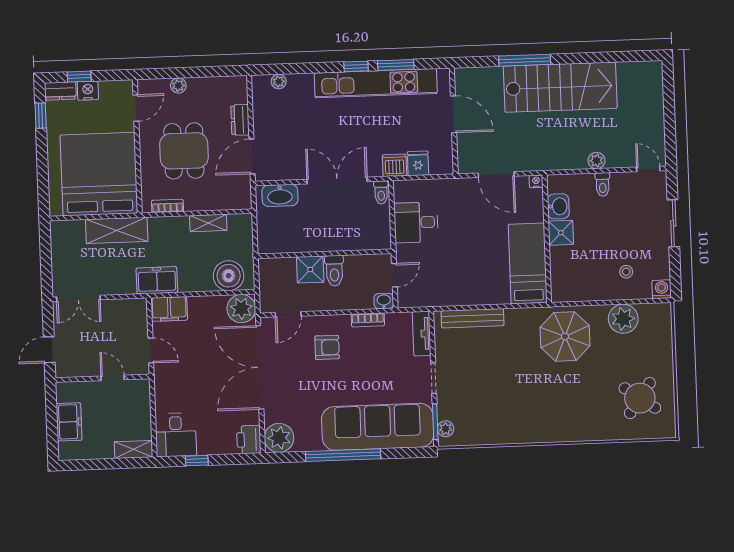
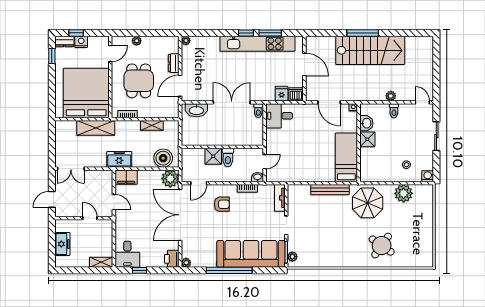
window: (525, 60) -> (363, 33), moved
plant: (279, 82) -> (186, 41), moved
dishwasher: (395, 165) -> (296, 94), moved
desk: (416, 222) -> (279, 116), moved
bench: (472, 318) -> (330, 190), moved
round table: (640, 398) -> (382, 246), moved
plant: (279, 438) -> (186, 263), width x0.53, depth x0.53

